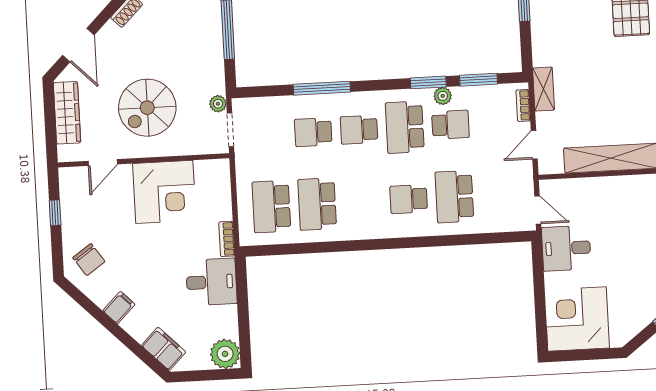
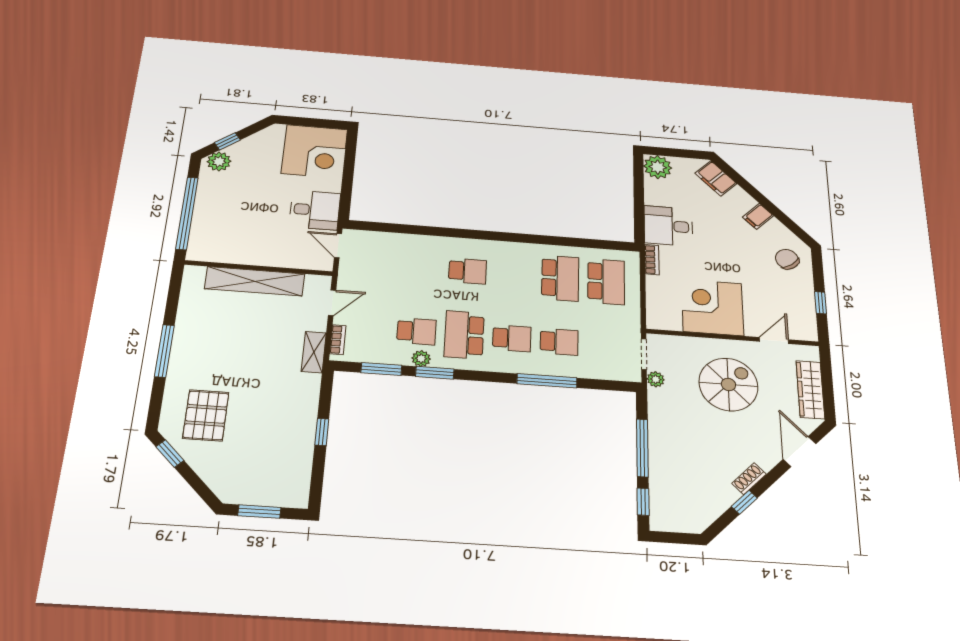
school desk: (450, 125) -> (416, 331), turned 180
school desk: (405, 127) -> (464, 335), turned 180
school desk: (454, 197) -> (421, 267), removed

